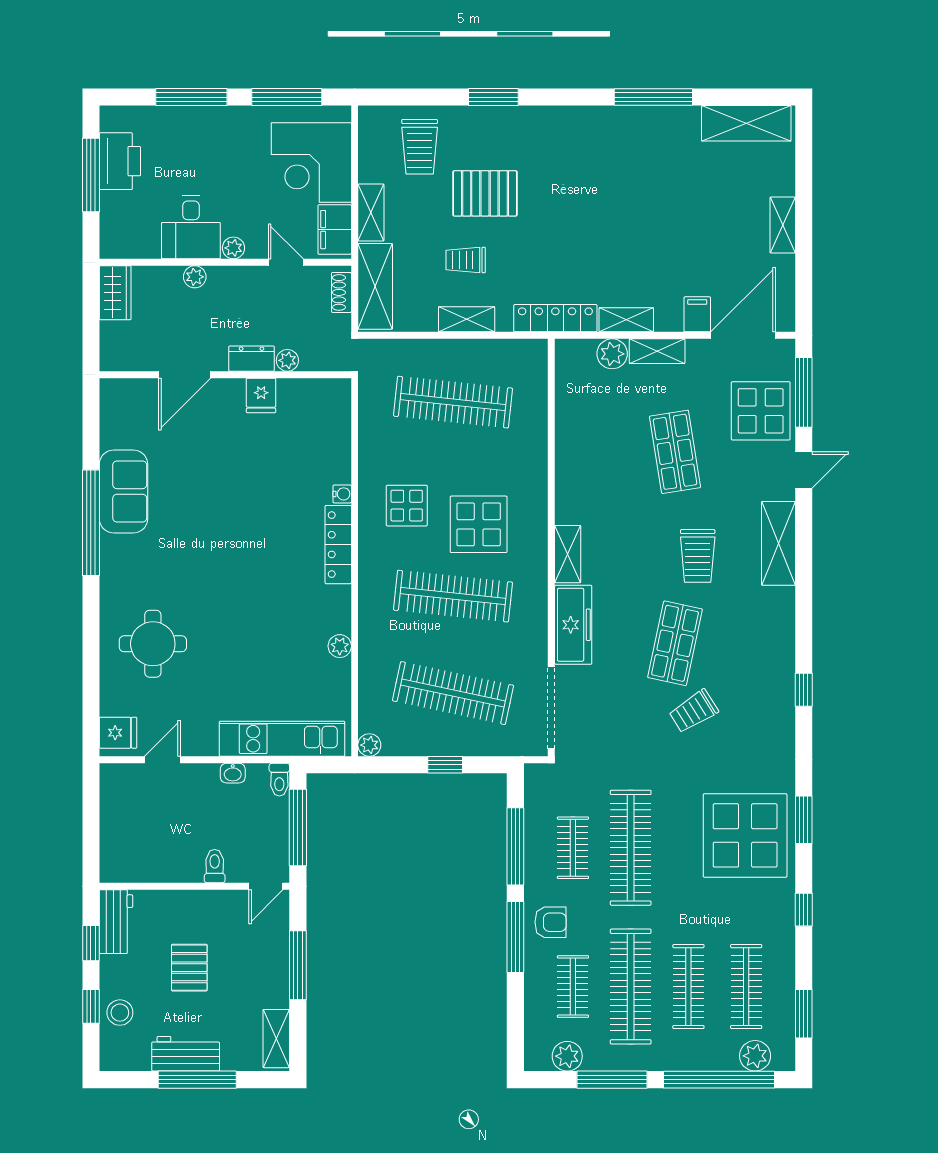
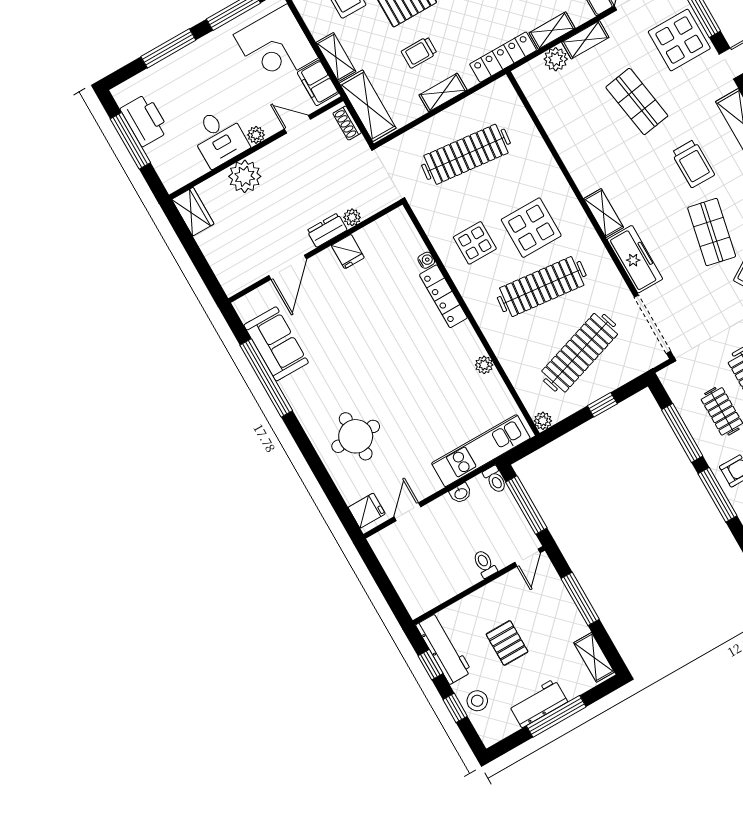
plant: (195, 277) -> (245, 176), width x1.87, depth x1.87
dresser: (252, 359) -> (327, 230), moved
plant: (287, 360) -> (352, 217), moved
door: (185, 375) -> (288, 267), moved
wall: (225, 375) -> (315, 251), moved
fridge: (261, 395) -> (348, 252), moved
clothes rail: (453, 693) -> (580, 353), turned -30
workbench: (116, 922) -> (444, 648), width x1.38

